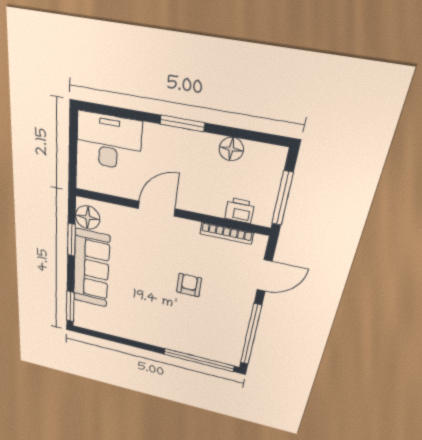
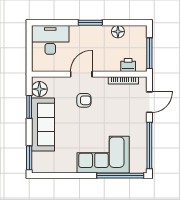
armchair: (189, 285) -> (84, 100), moved, turned 90
corner sofa: (177, 329) -> (103, 155), added

